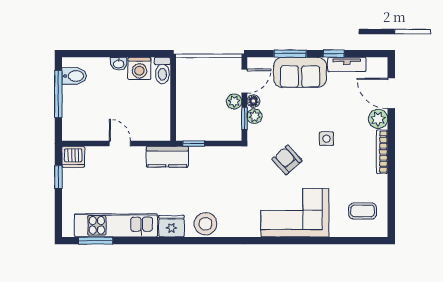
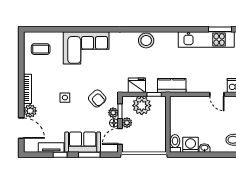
plant: (212, 127) -> (142, 106), added
door: (120, 144) -> (217, 94), moved
armchair: (287, 160) -> (97, 99), moved
fridge: (171, 226) -> (137, 85), moved, turned 180

